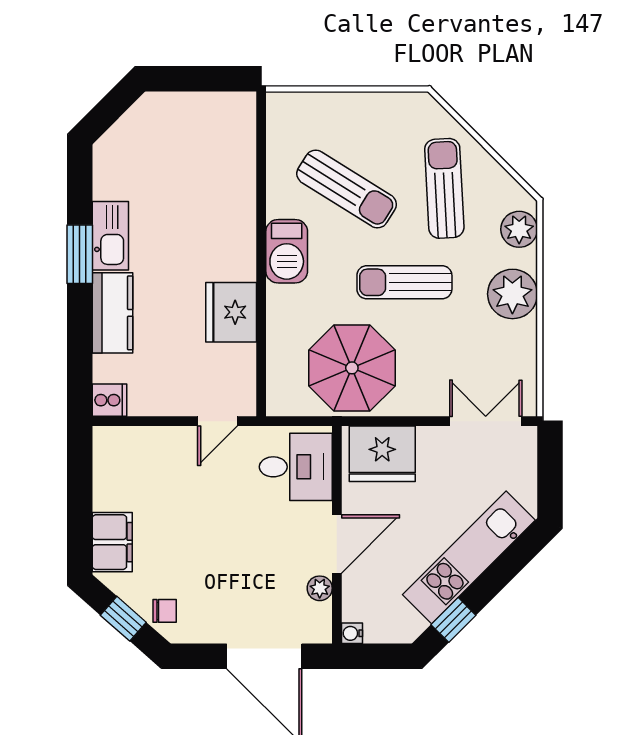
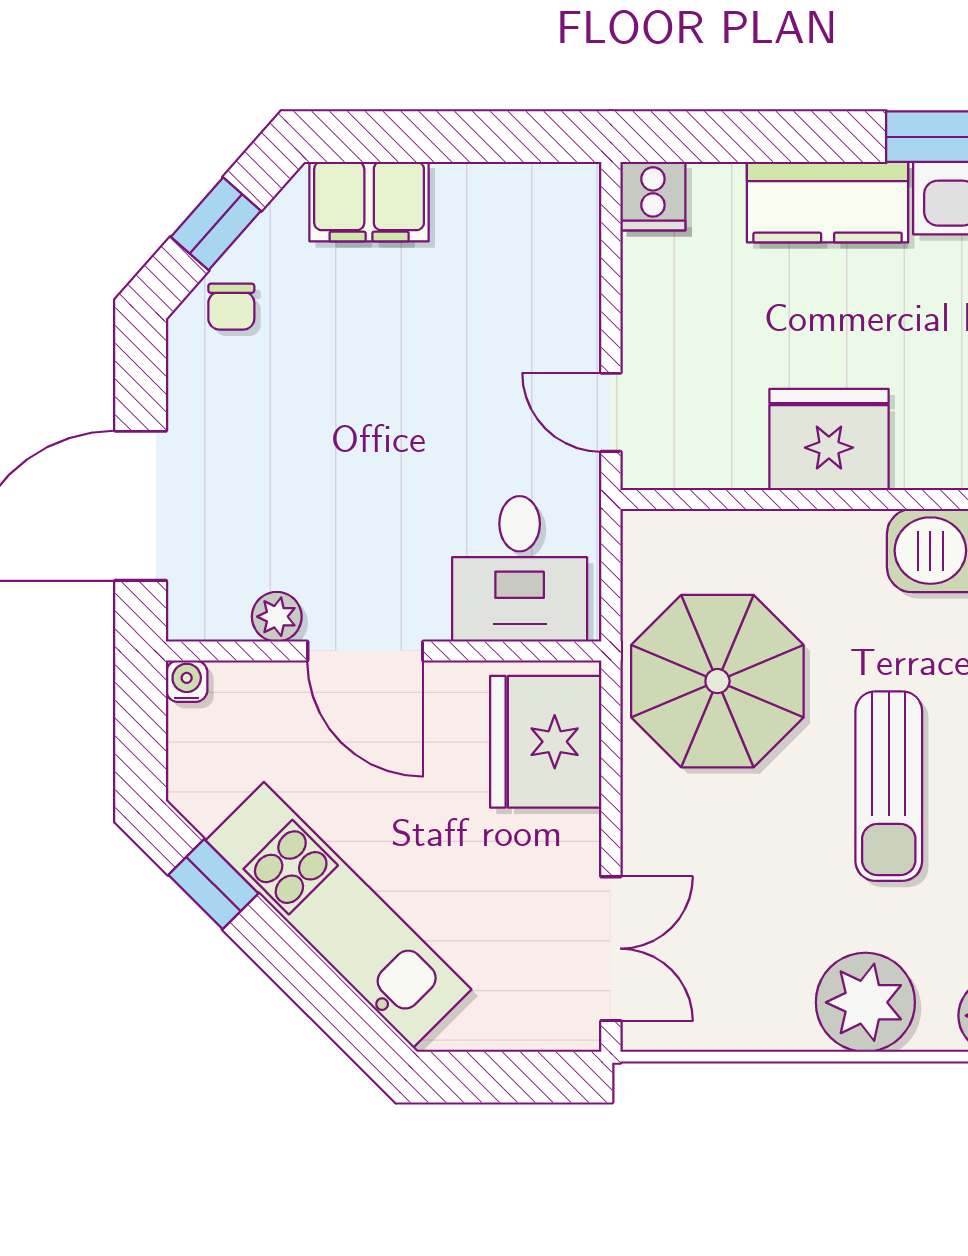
sun lounger: (404, 282) -> (889, 786), turned 180

